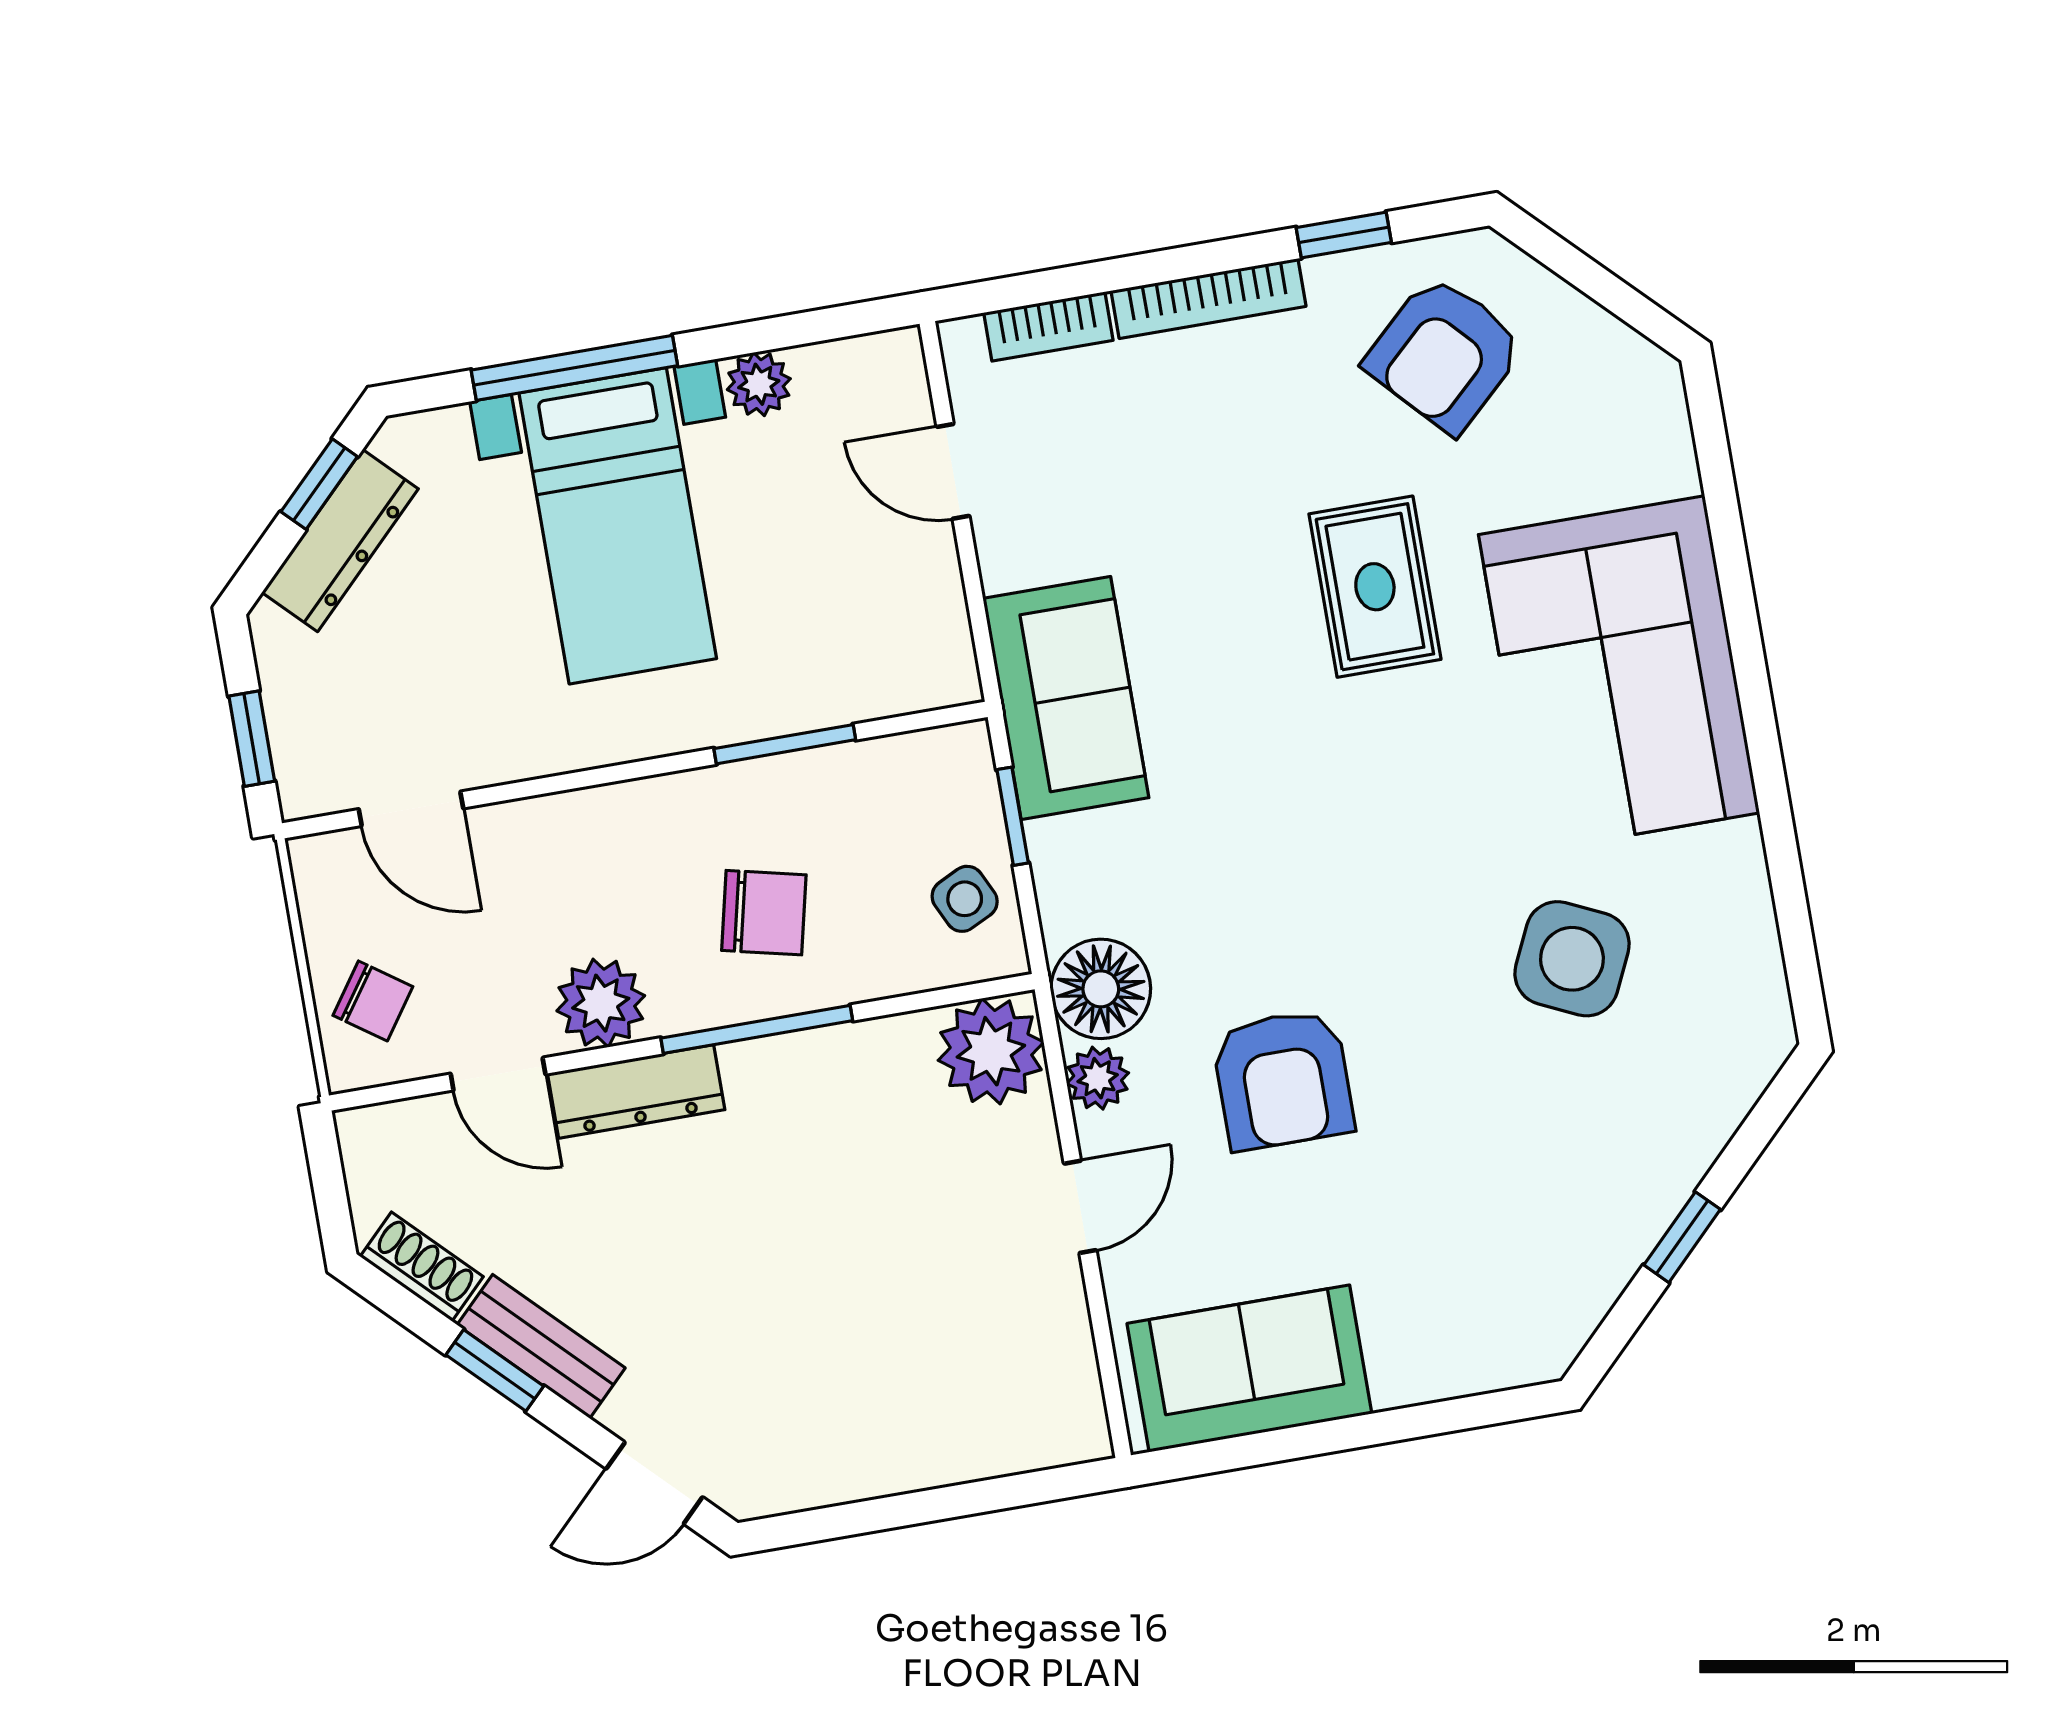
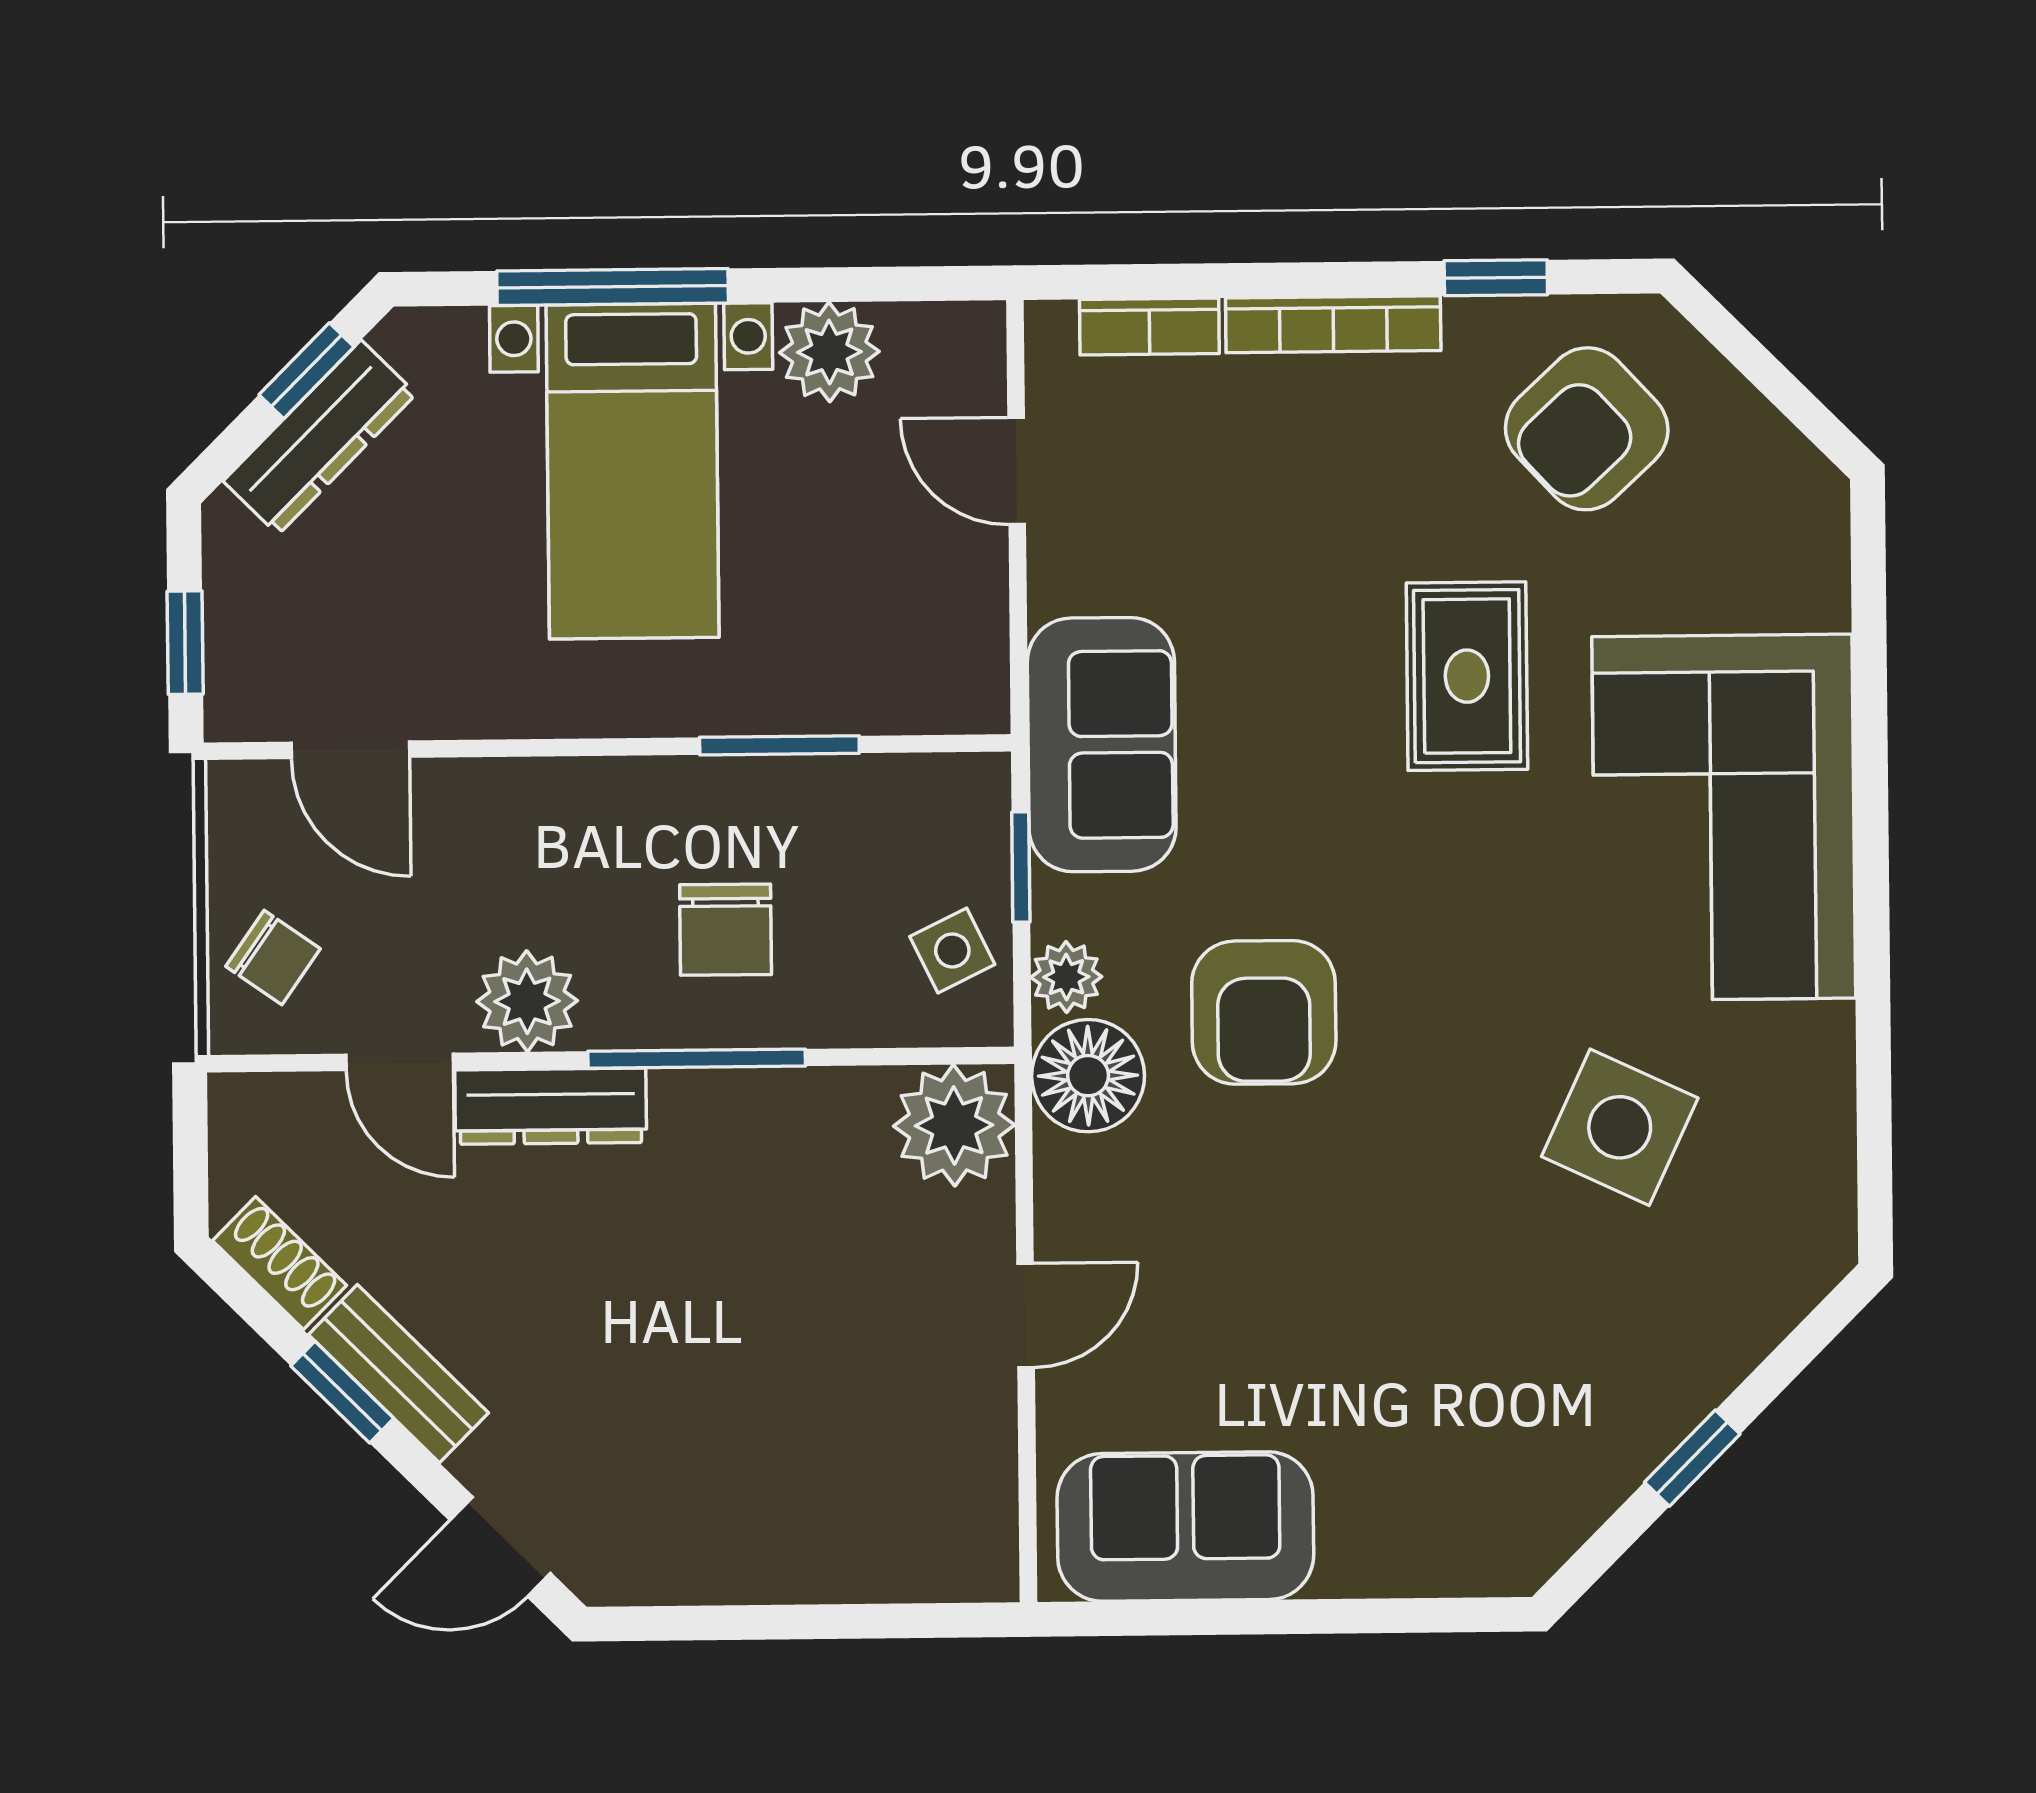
plant: (759, 384) -> (829, 352), width x1.38, depth x1.38
chair: (764, 913) -> (726, 930), turned 77
plant: (1098, 1078) -> (1066, 977), moved
armchair: (1283, 1079) -> (1264, 1012), moved

